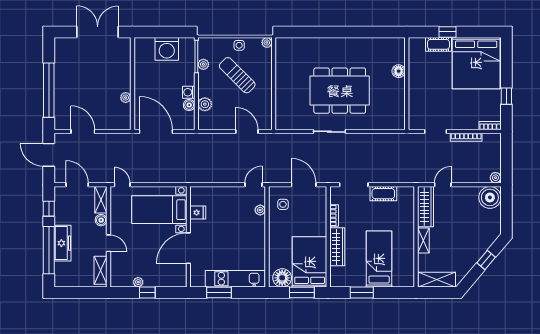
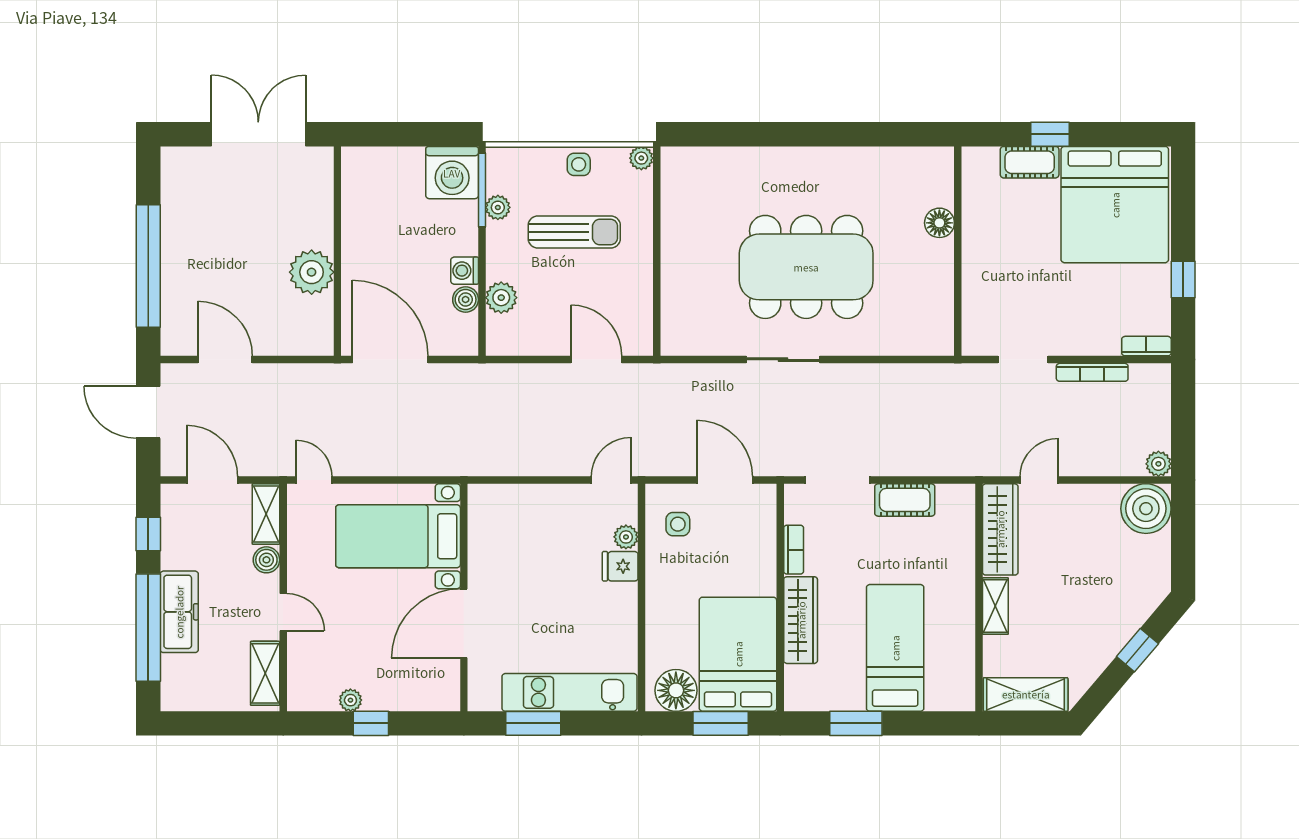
washing machine: (167, 49) -> (452, 173), moved
sun lounger: (237, 75) -> (574, 232), turned 135
plant: (126, 98) -> (312, 272), width x1.88, depth x1.88
fridge: (198, 213) -> (620, 566), moved, turned 180

